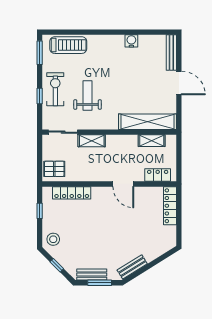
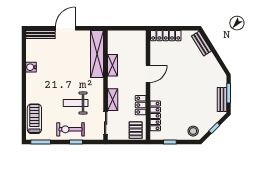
shelving: (152, 141) -> (112, 65), moved
locker: (158, 175) -> (141, 105), moved
bench: (132, 267) -> (201, 44), moved

